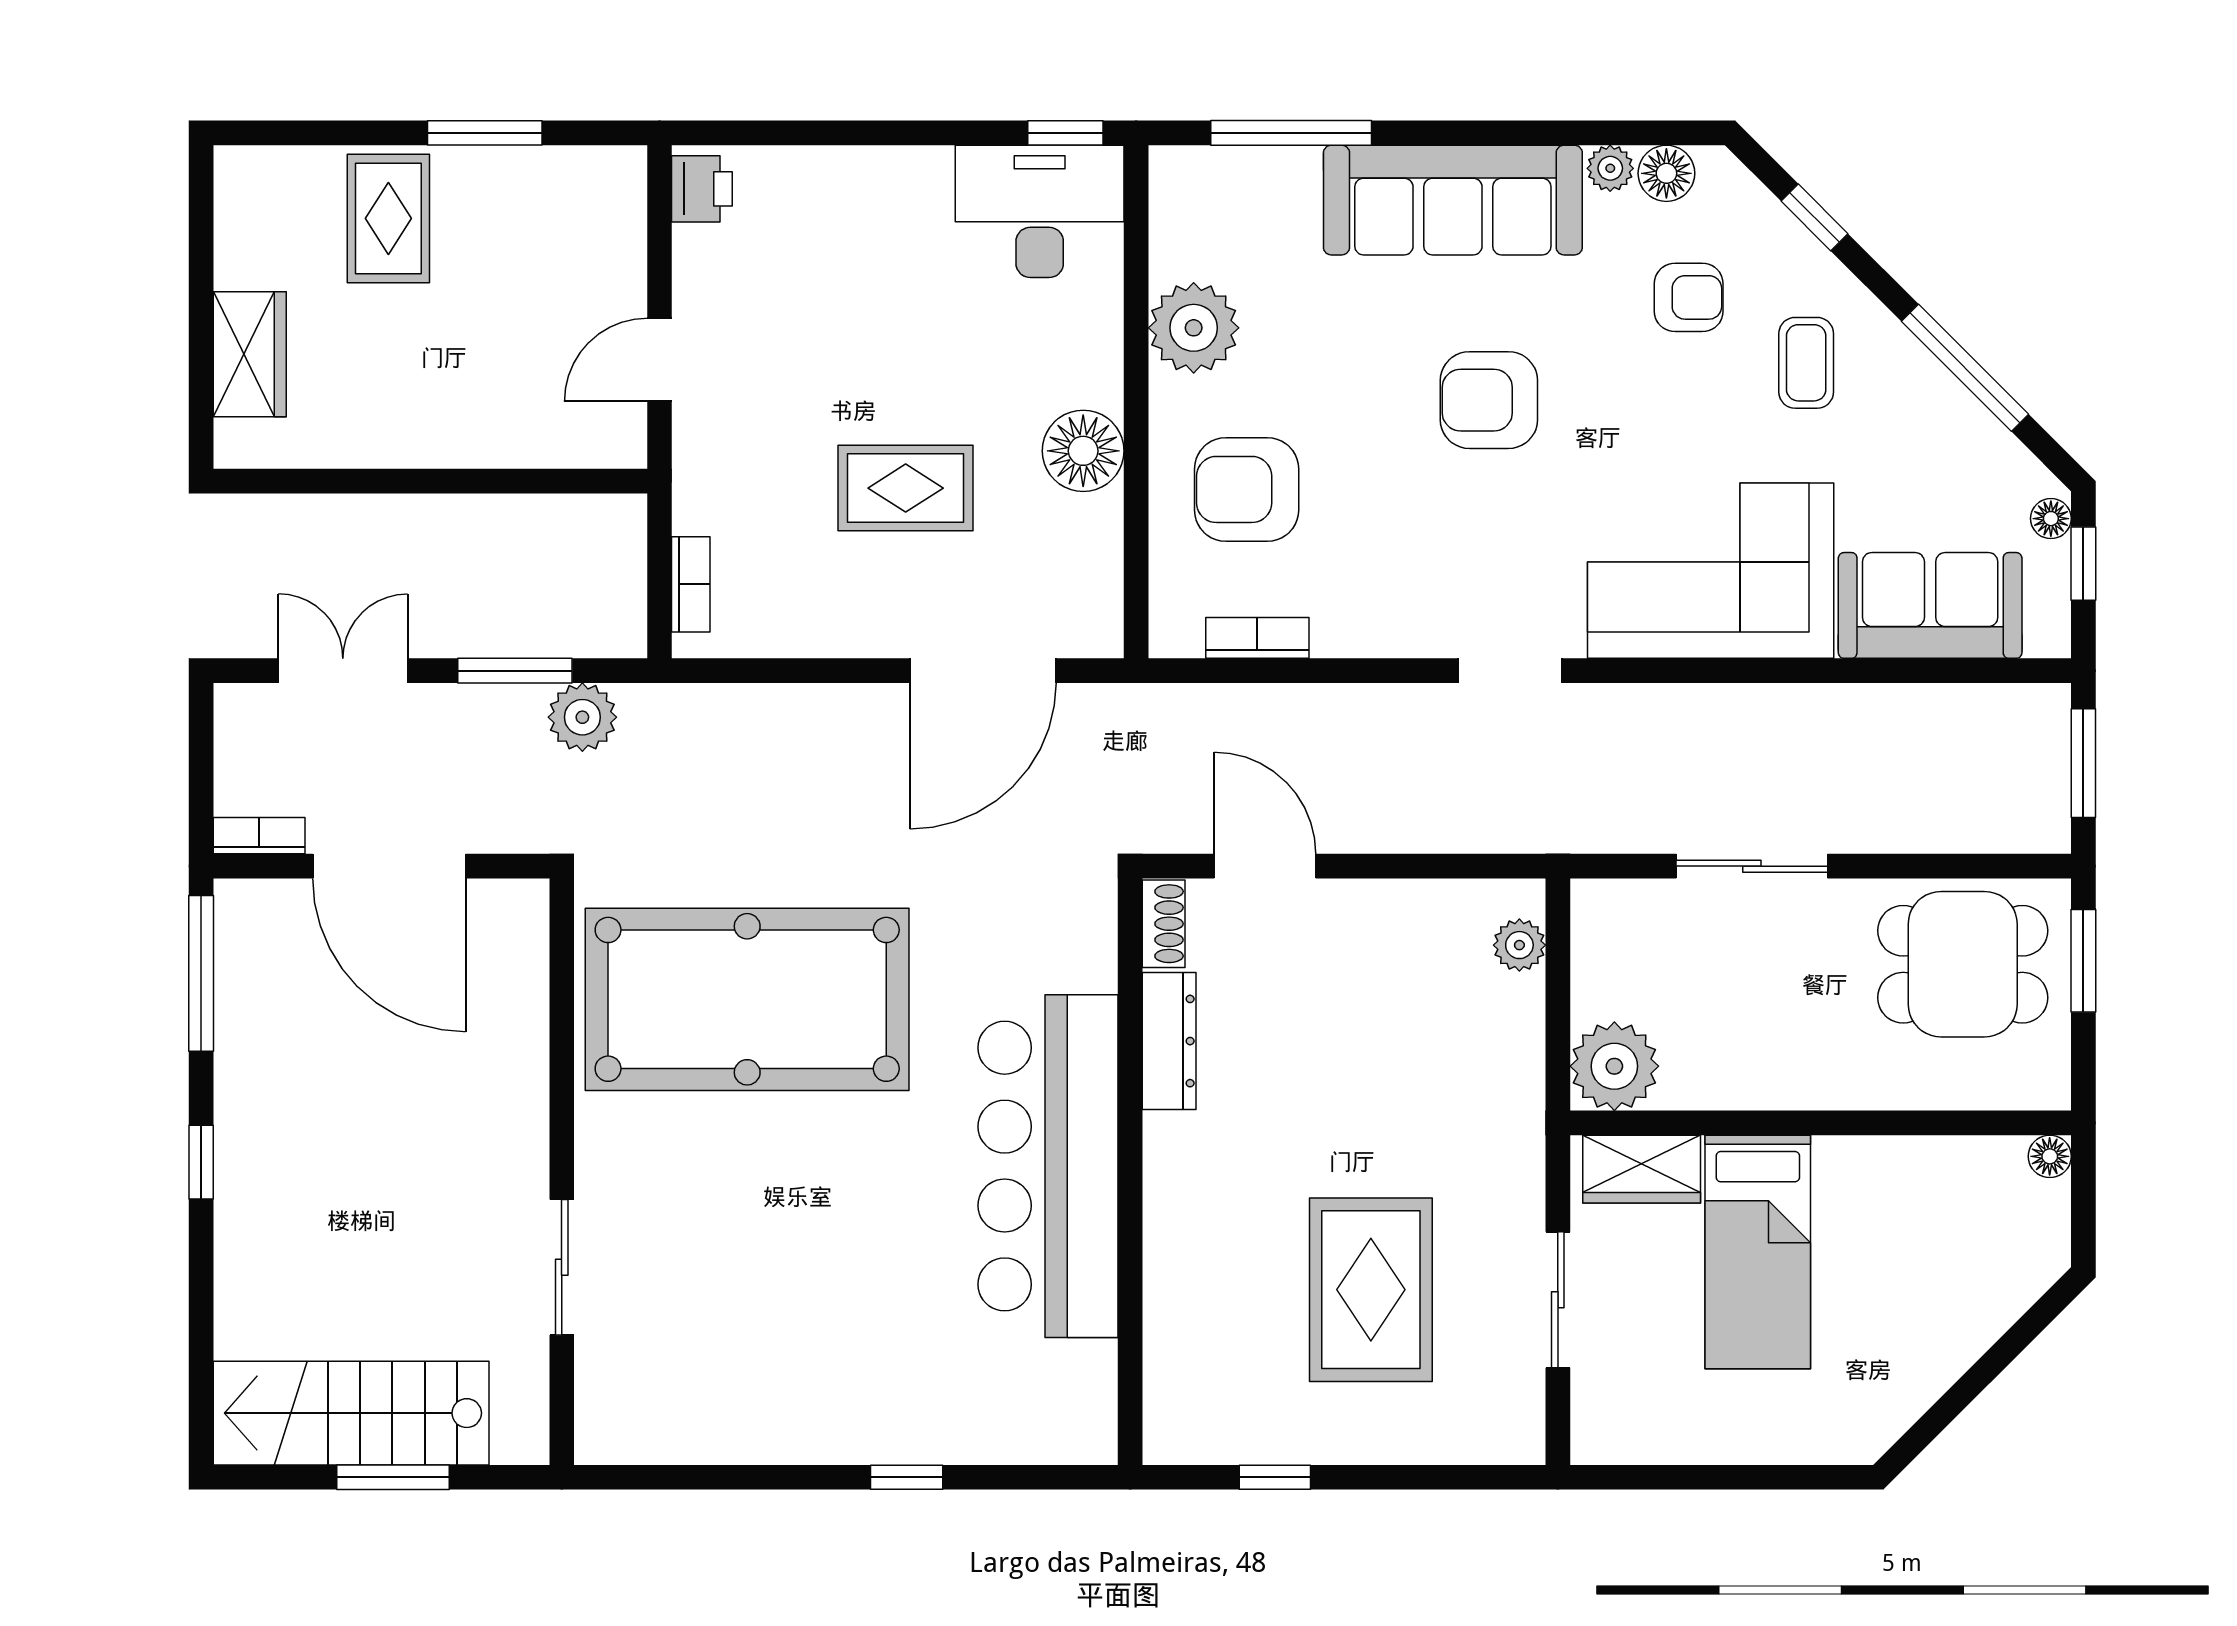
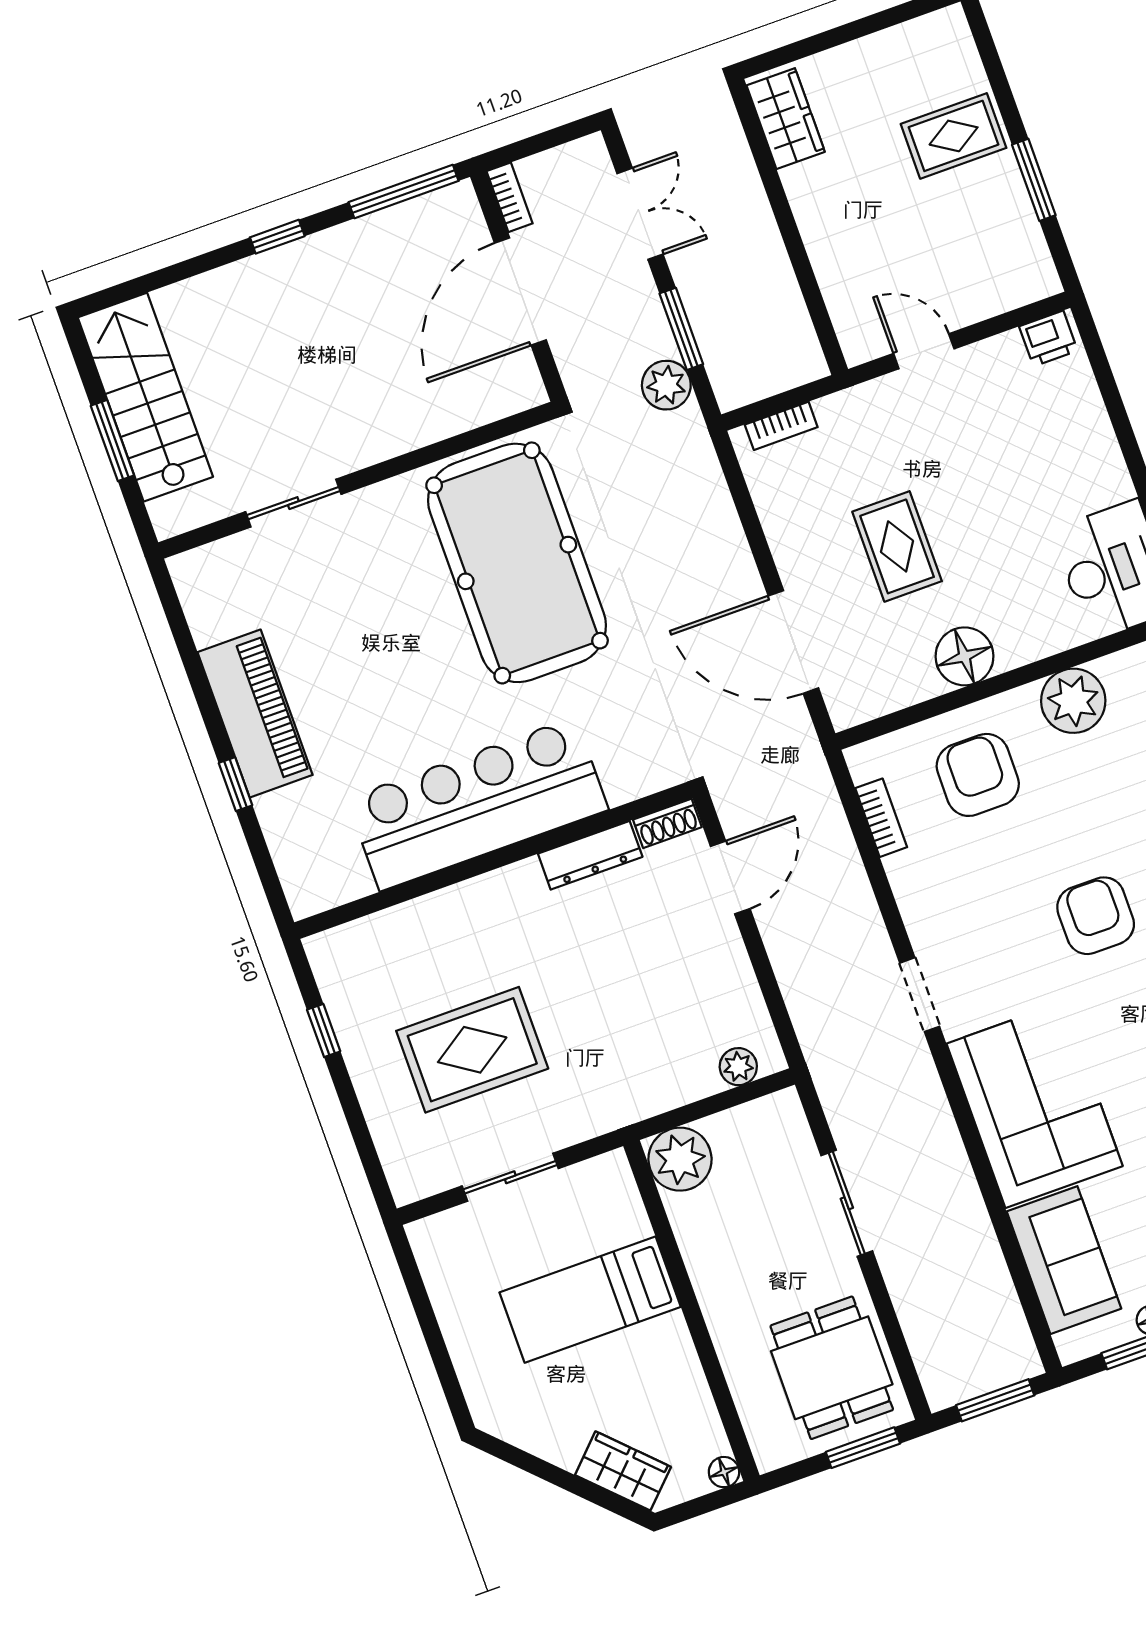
wardrobe: (250, 354) -> (786, 119), moved, turned -90
wardrobe: (1642, 1169) -> (623, 1471), moved, turned 135
piano: (822, 1418) -> (255, 714), added

